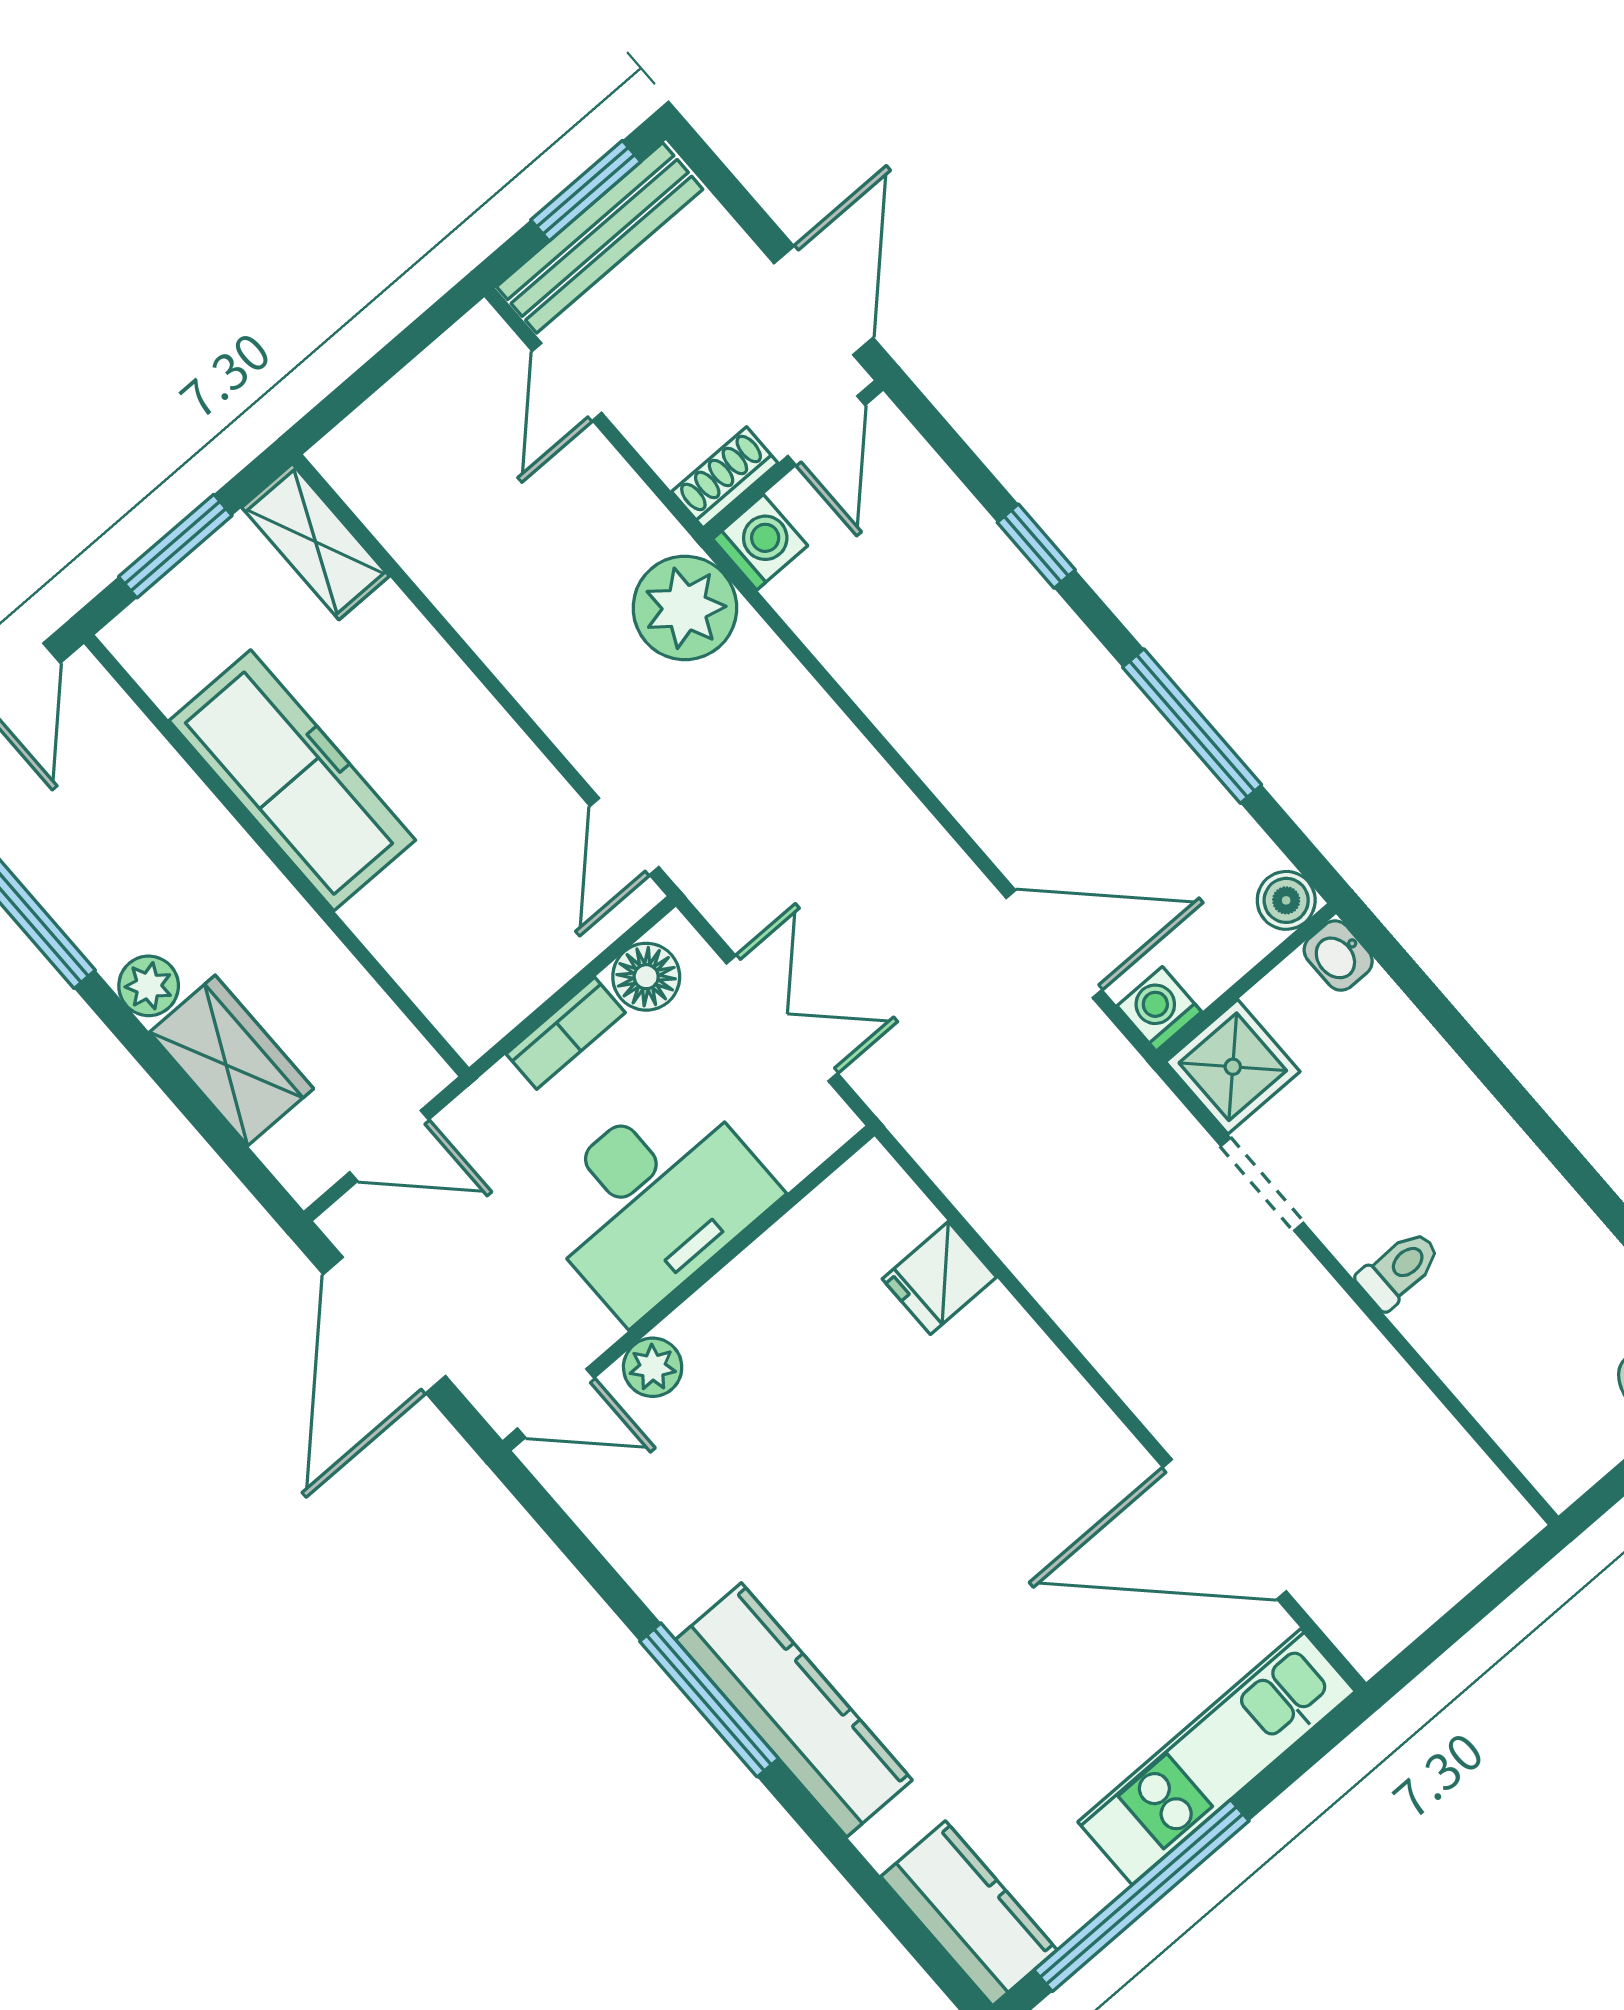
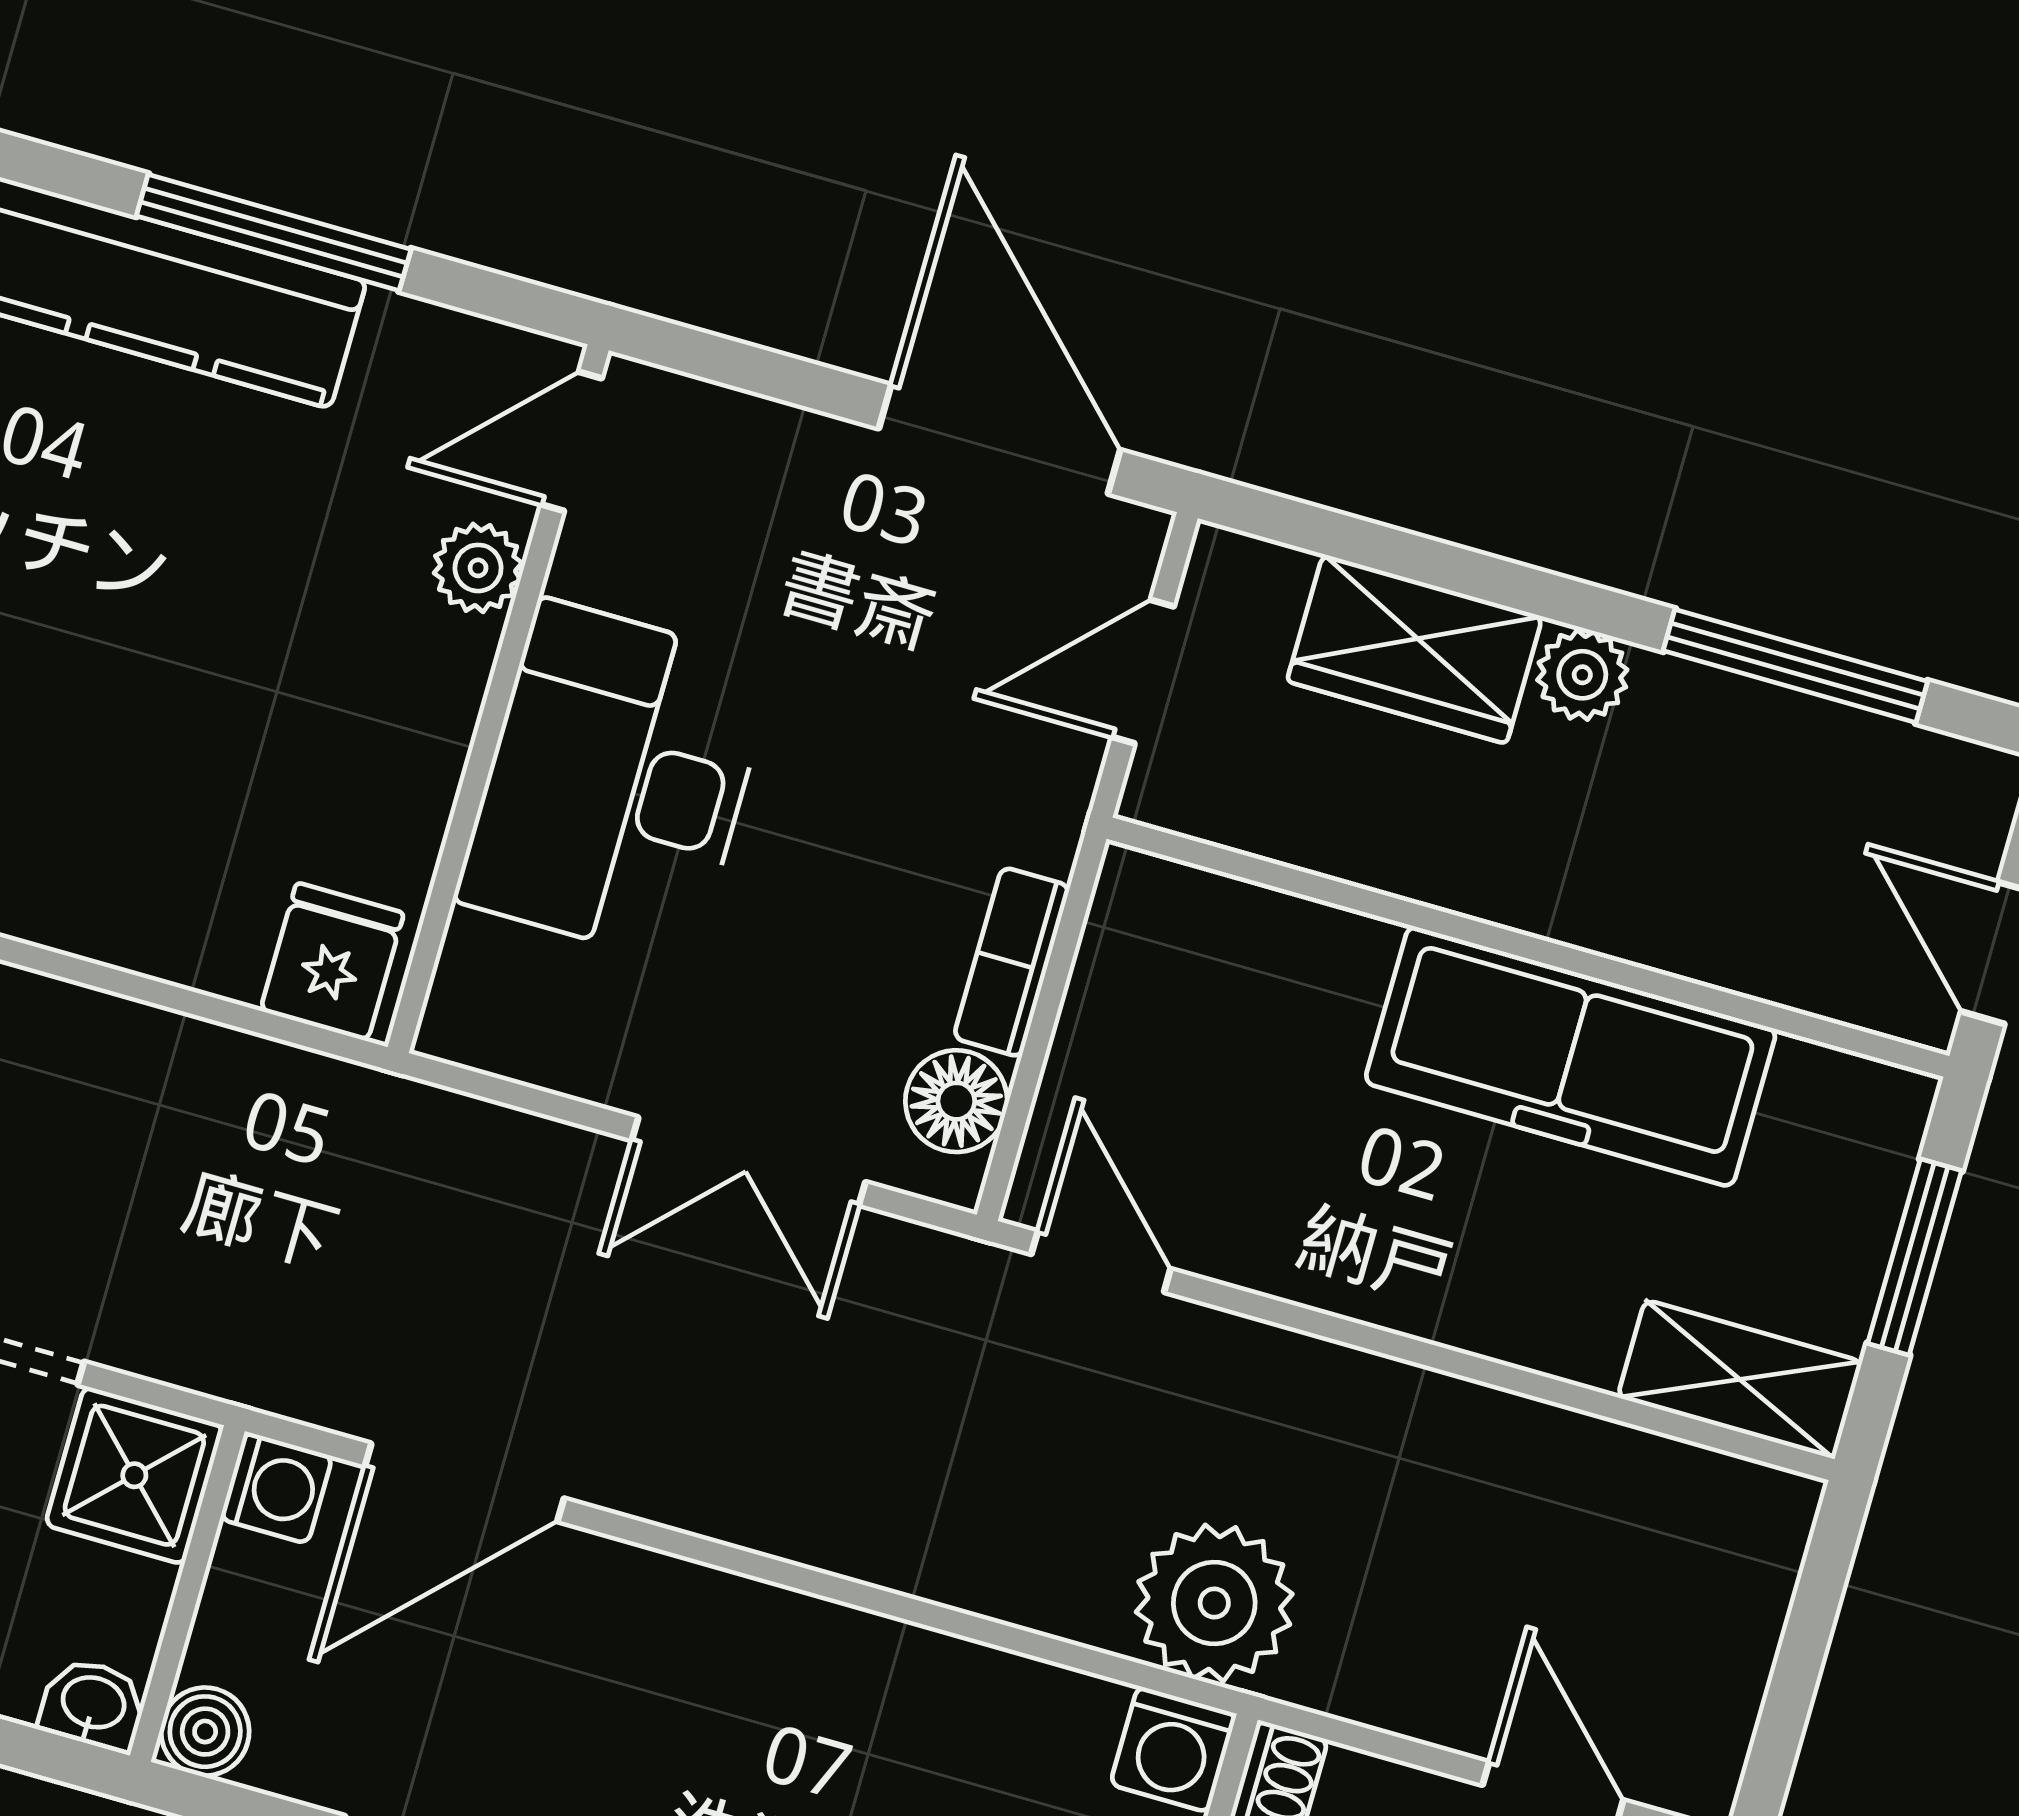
desk: (654, 1200) -> (615, 782), moved
wall: (689, 1288) -> (498, 699), moved
plant: (653, 1367) -> (478, 568), moved
door: (556, 1403) -> (571, 441), moved

